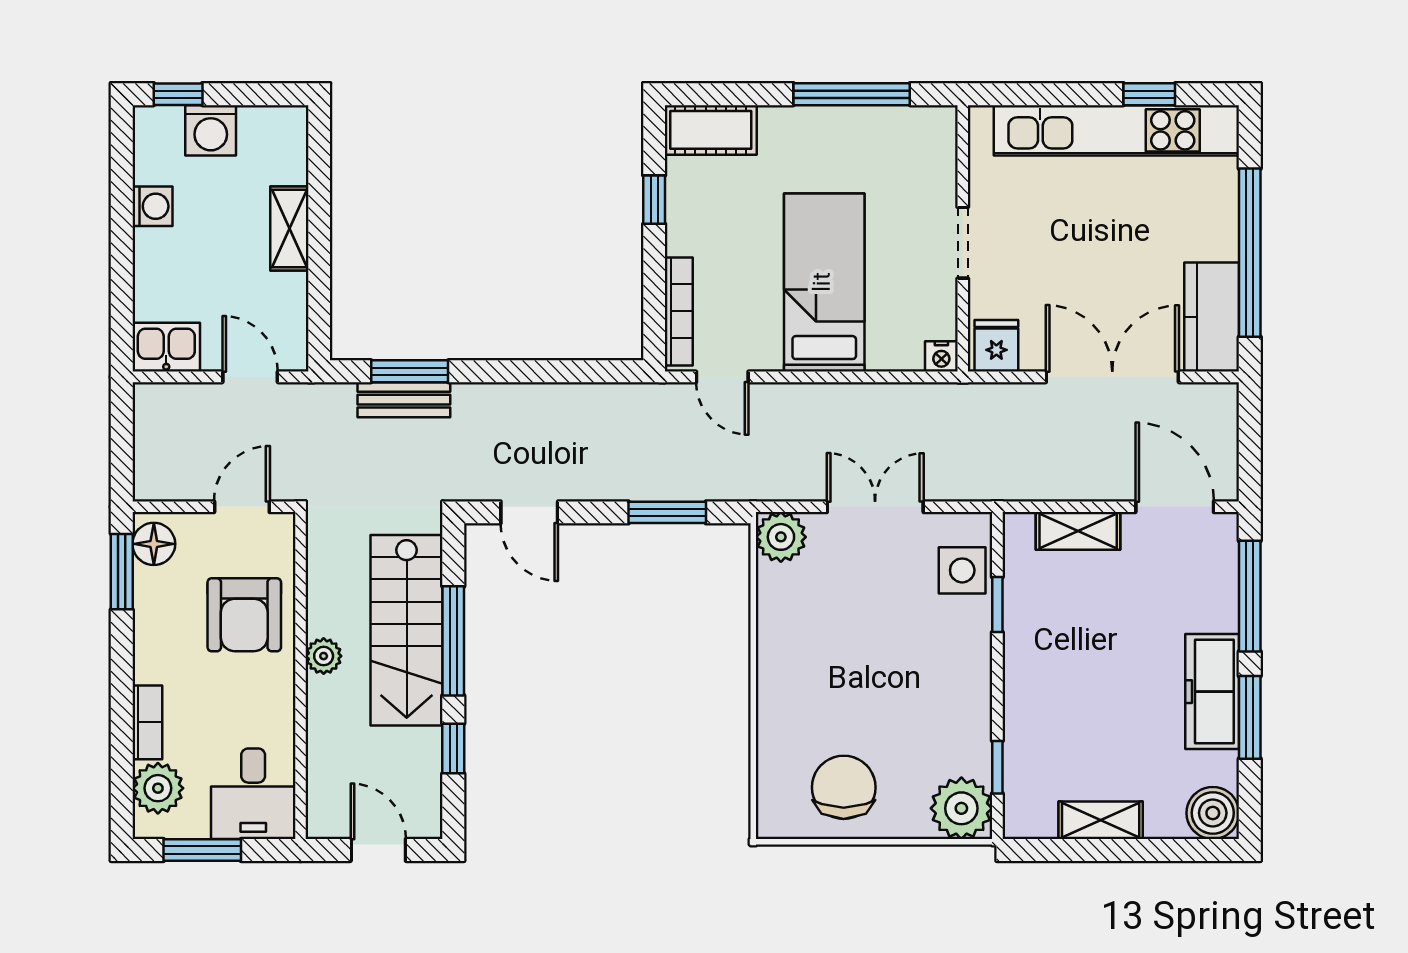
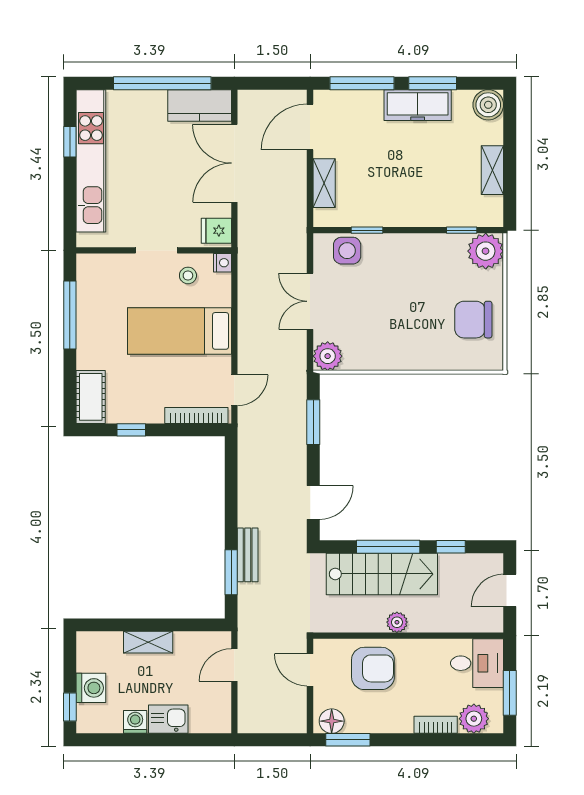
stool: (919, 297) -> (188, 275), added
kitchen sink: (166, 347) -> (168, 719), moved, turned 90
bench: (404, 400) -> (248, 555), moved

